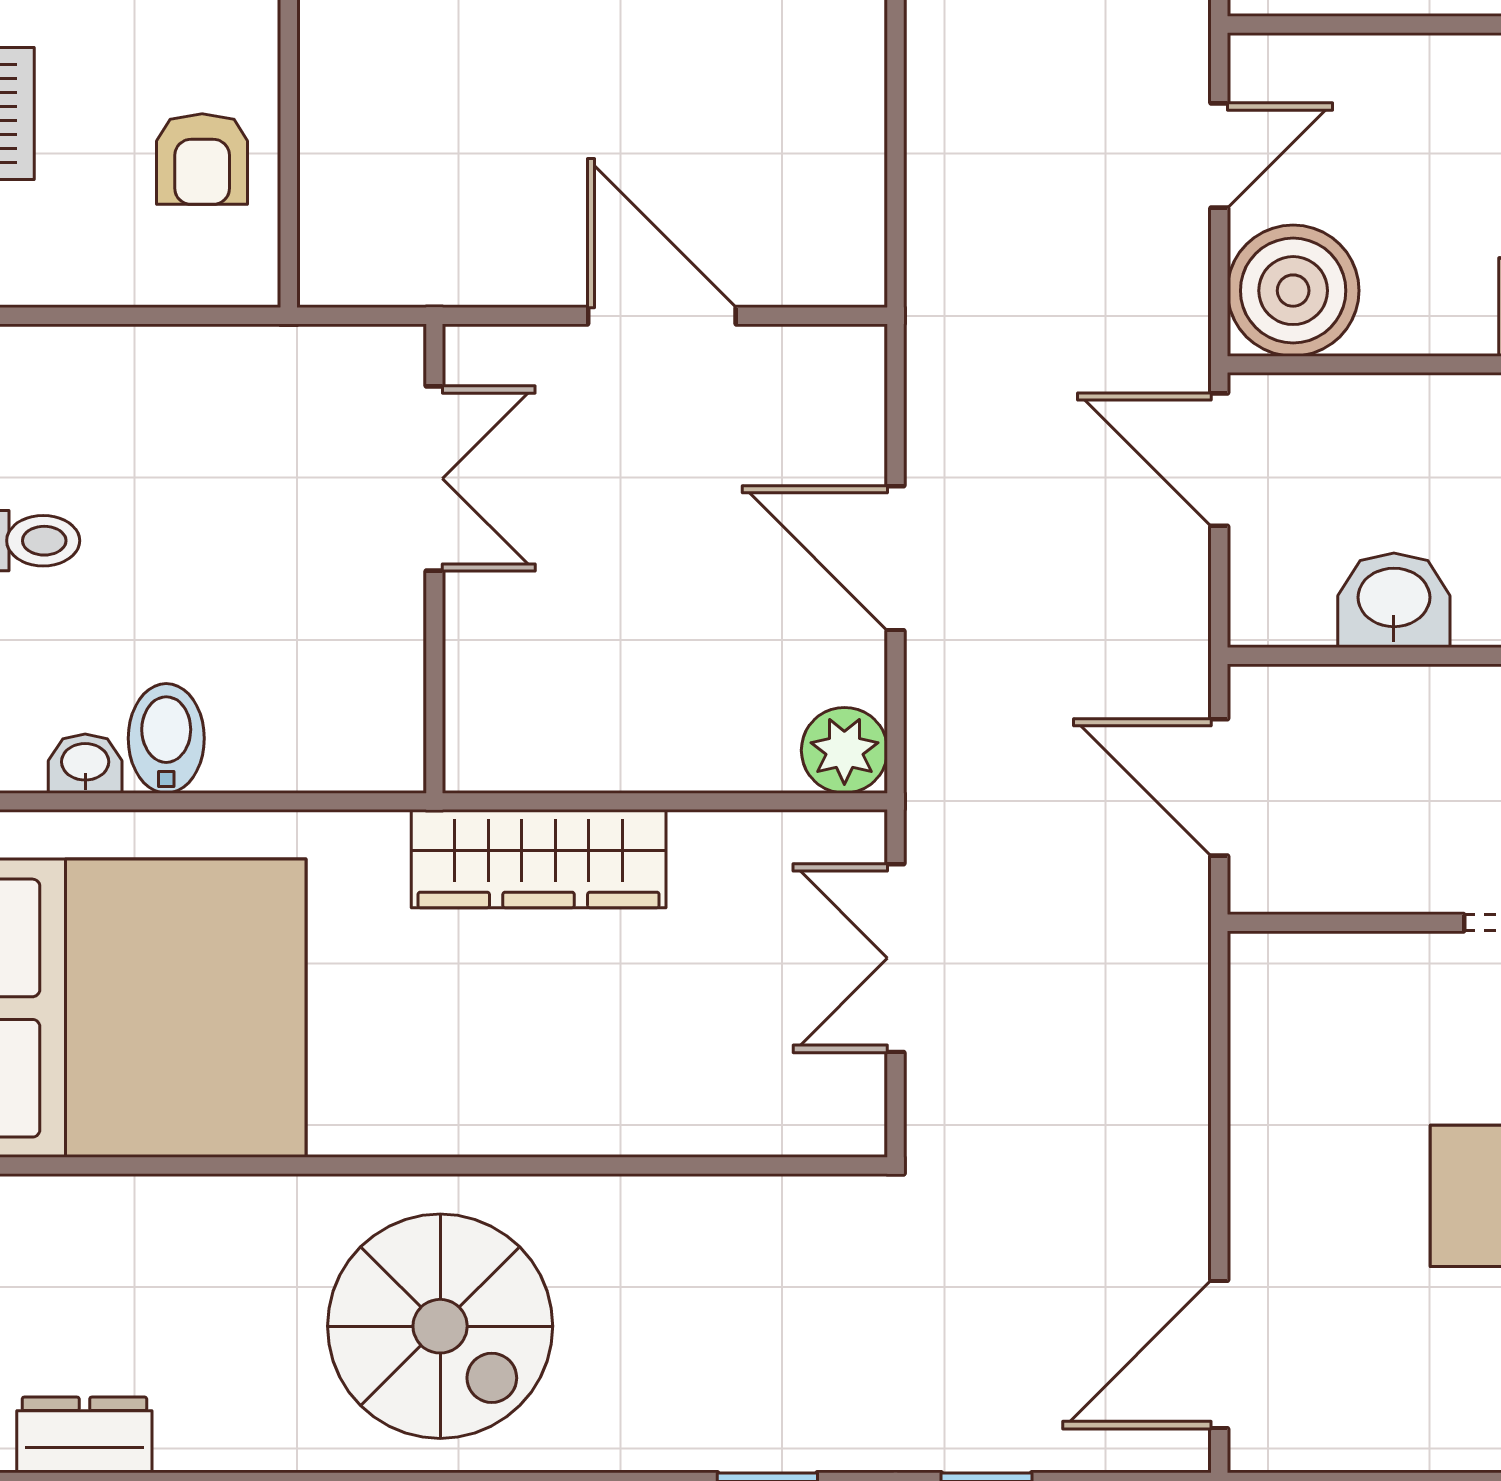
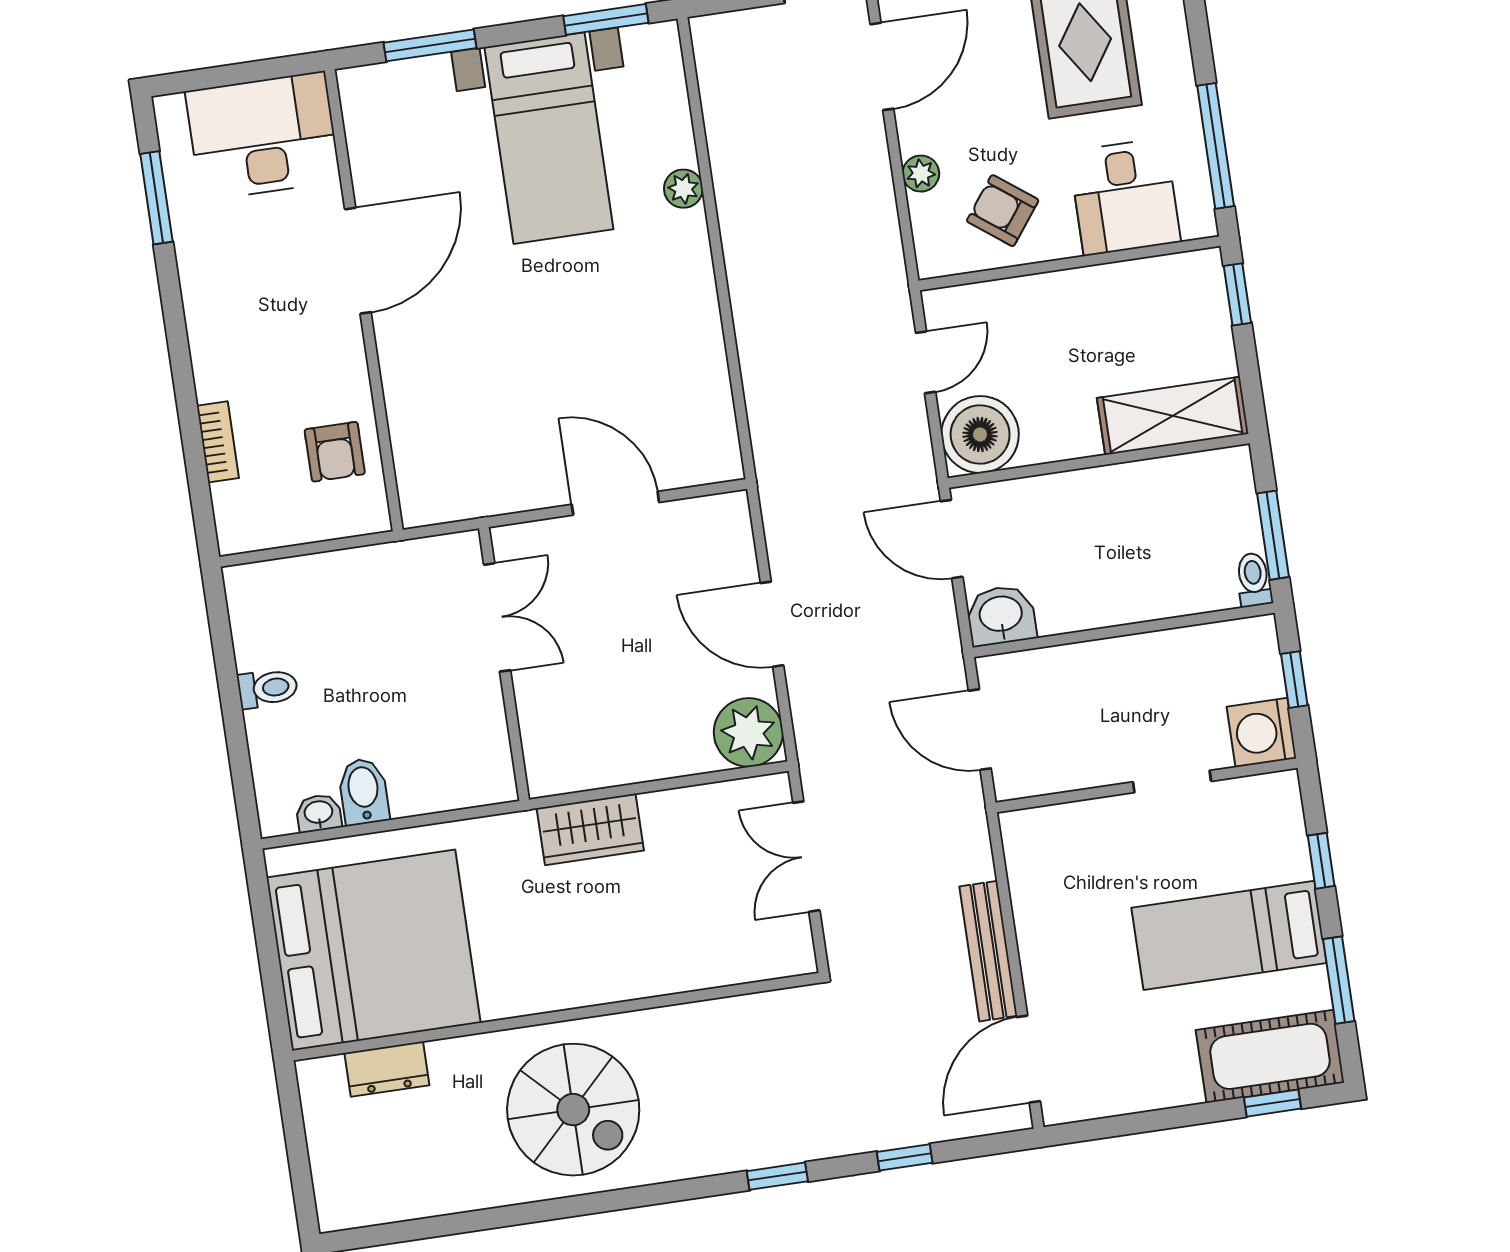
washbasin: (1394, 600) -> (1001, 615), moved
plant: (844, 750) -> (748, 732), width x1.36, depth x1.36
wardrobe: (539, 859) -> (590, 829), width x0.67
bench: (1179, 1163) -> (988, 951), added
dresser: (84, 1435) -> (387, 1069), moved, turned 180

